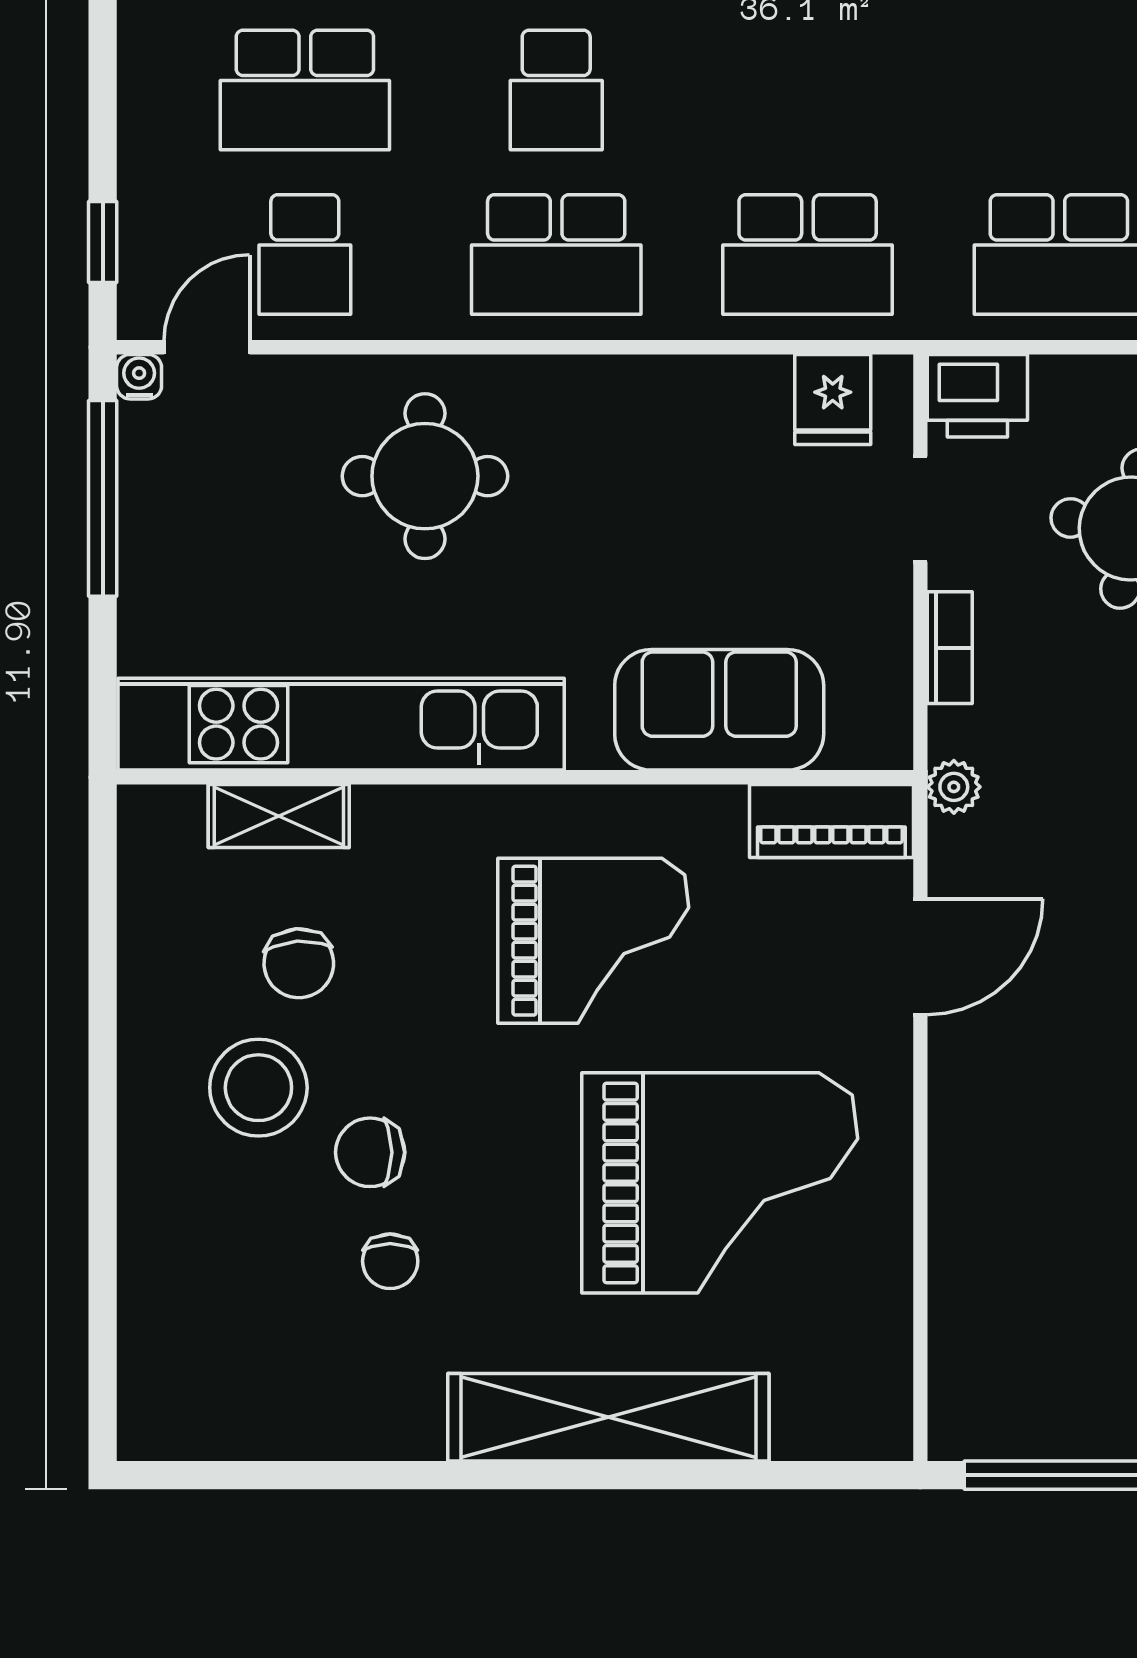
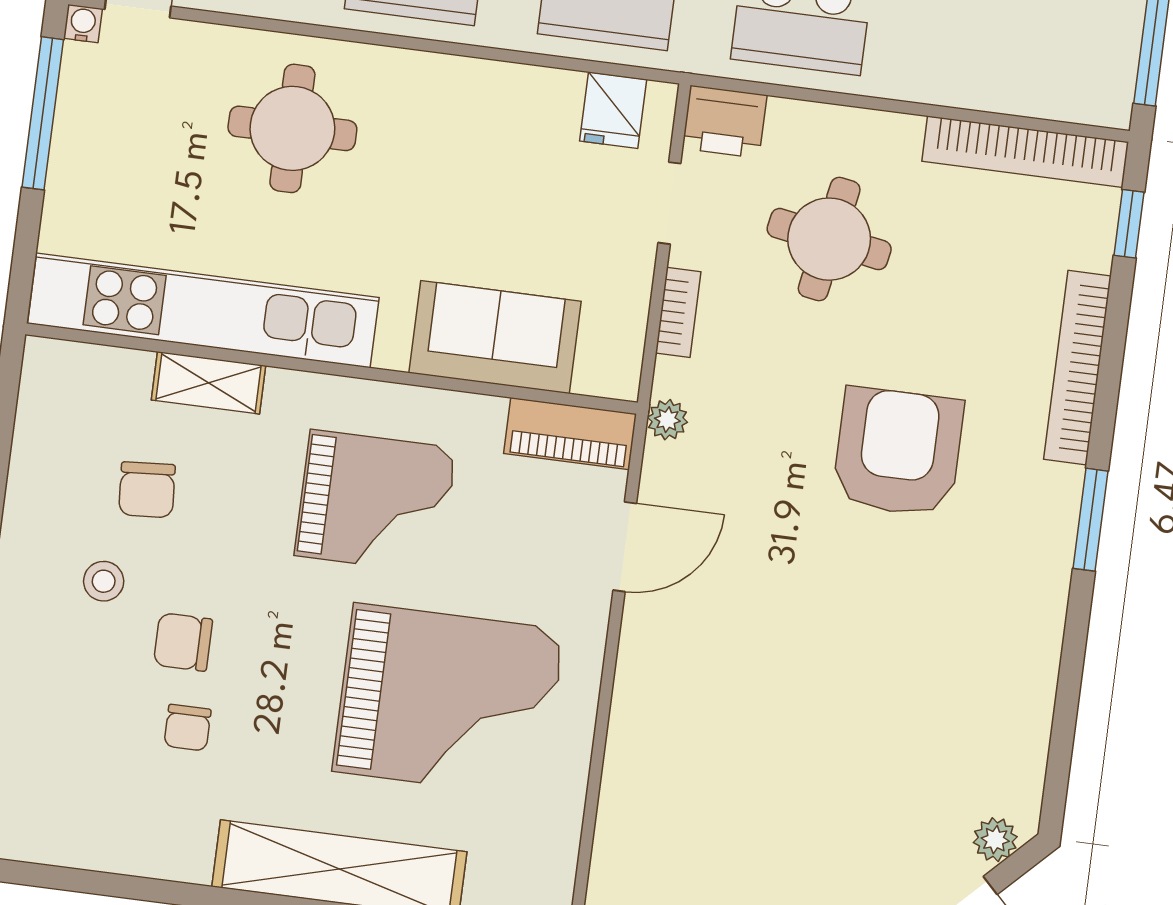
shelving: (279, 816) -> (209, 383), moved
stool: (258, 1088) -> (104, 581), width x0.53, depth x0.53

